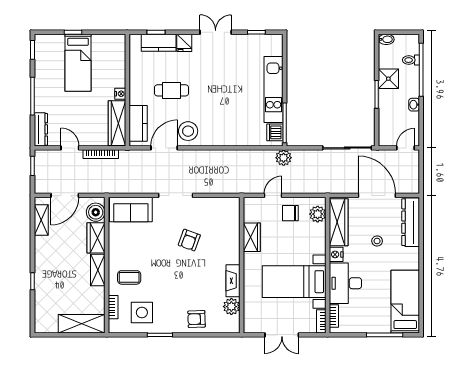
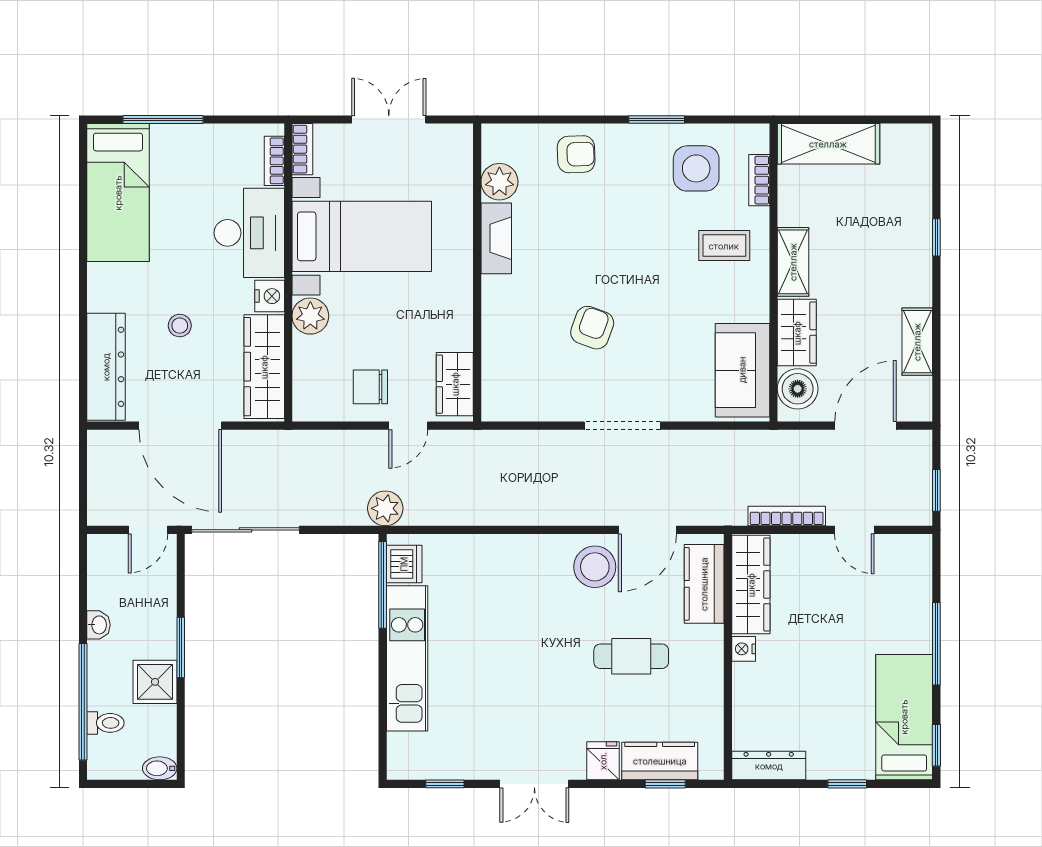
bed: (78, 63) -> (904, 717), moved
dresser: (41, 129) -> (769, 766), moved, turned 90
door: (406, 148) -> (148, 530), moved
sofa: (131, 210) -> (742, 370), moved, turned -90
chair: (290, 213) -> (370, 387), turned 180
plant: (318, 214) -> (310, 316), moved
shelving: (41, 220) -> (917, 342), moved
wardrobe: (252, 237) -> (455, 384), moved

